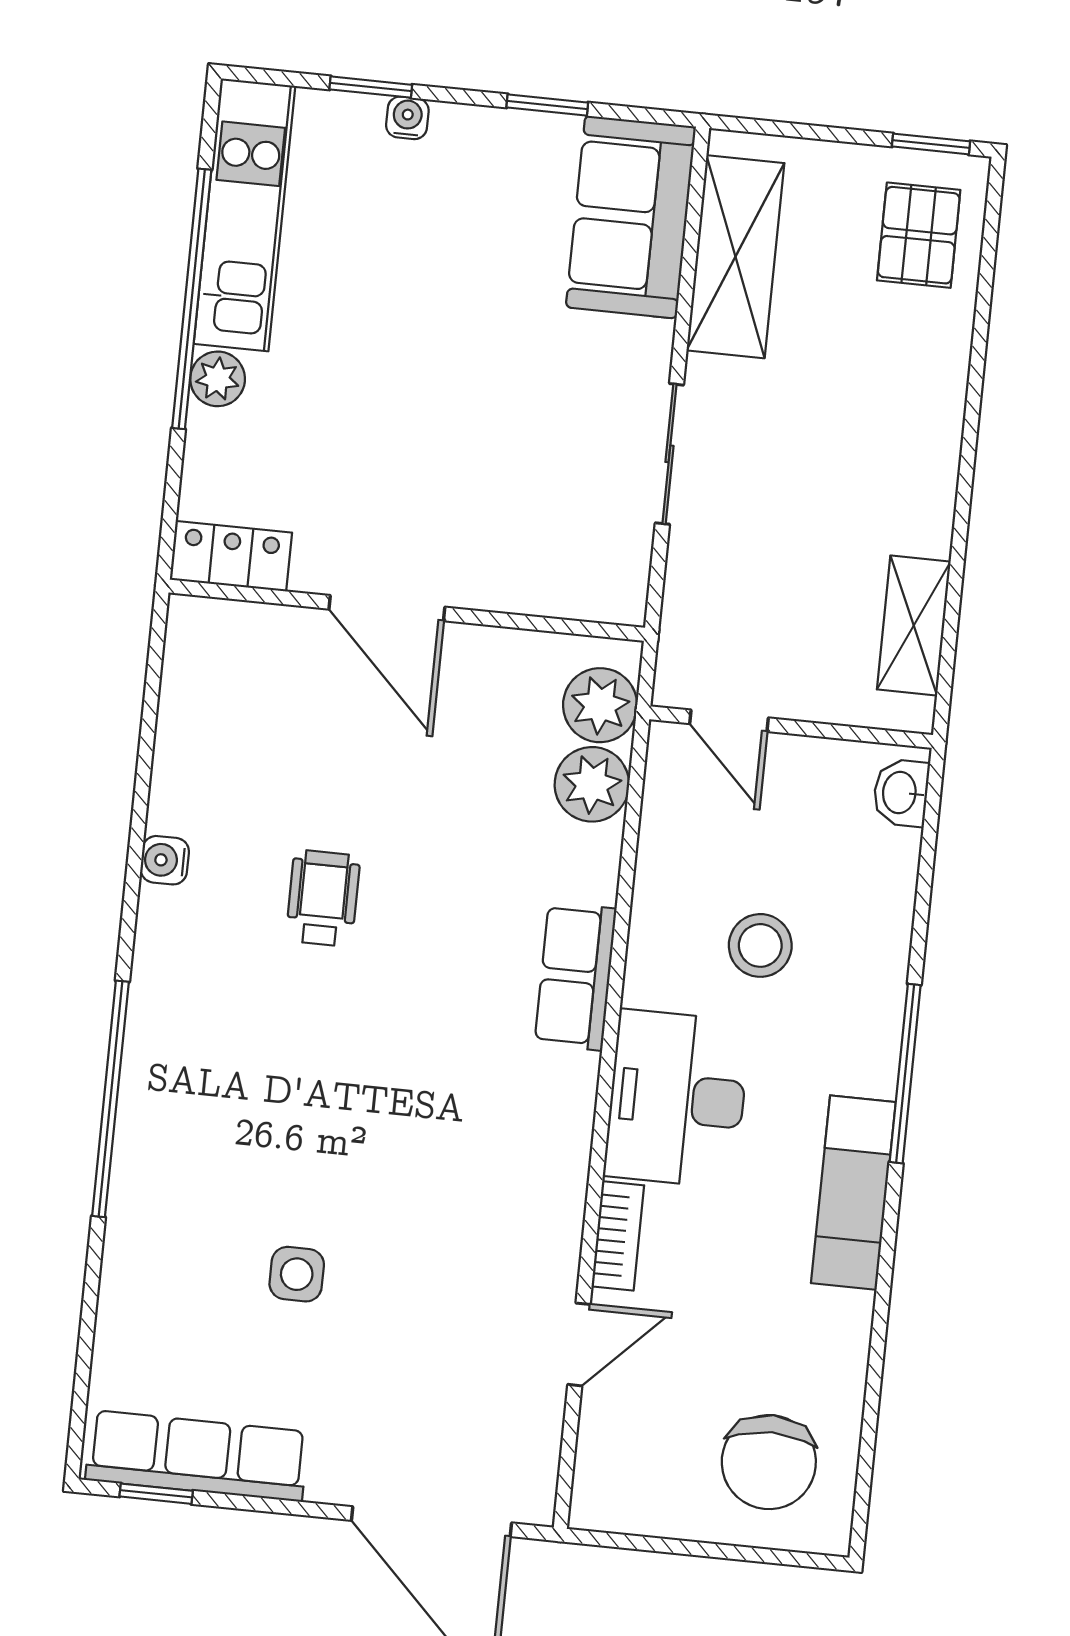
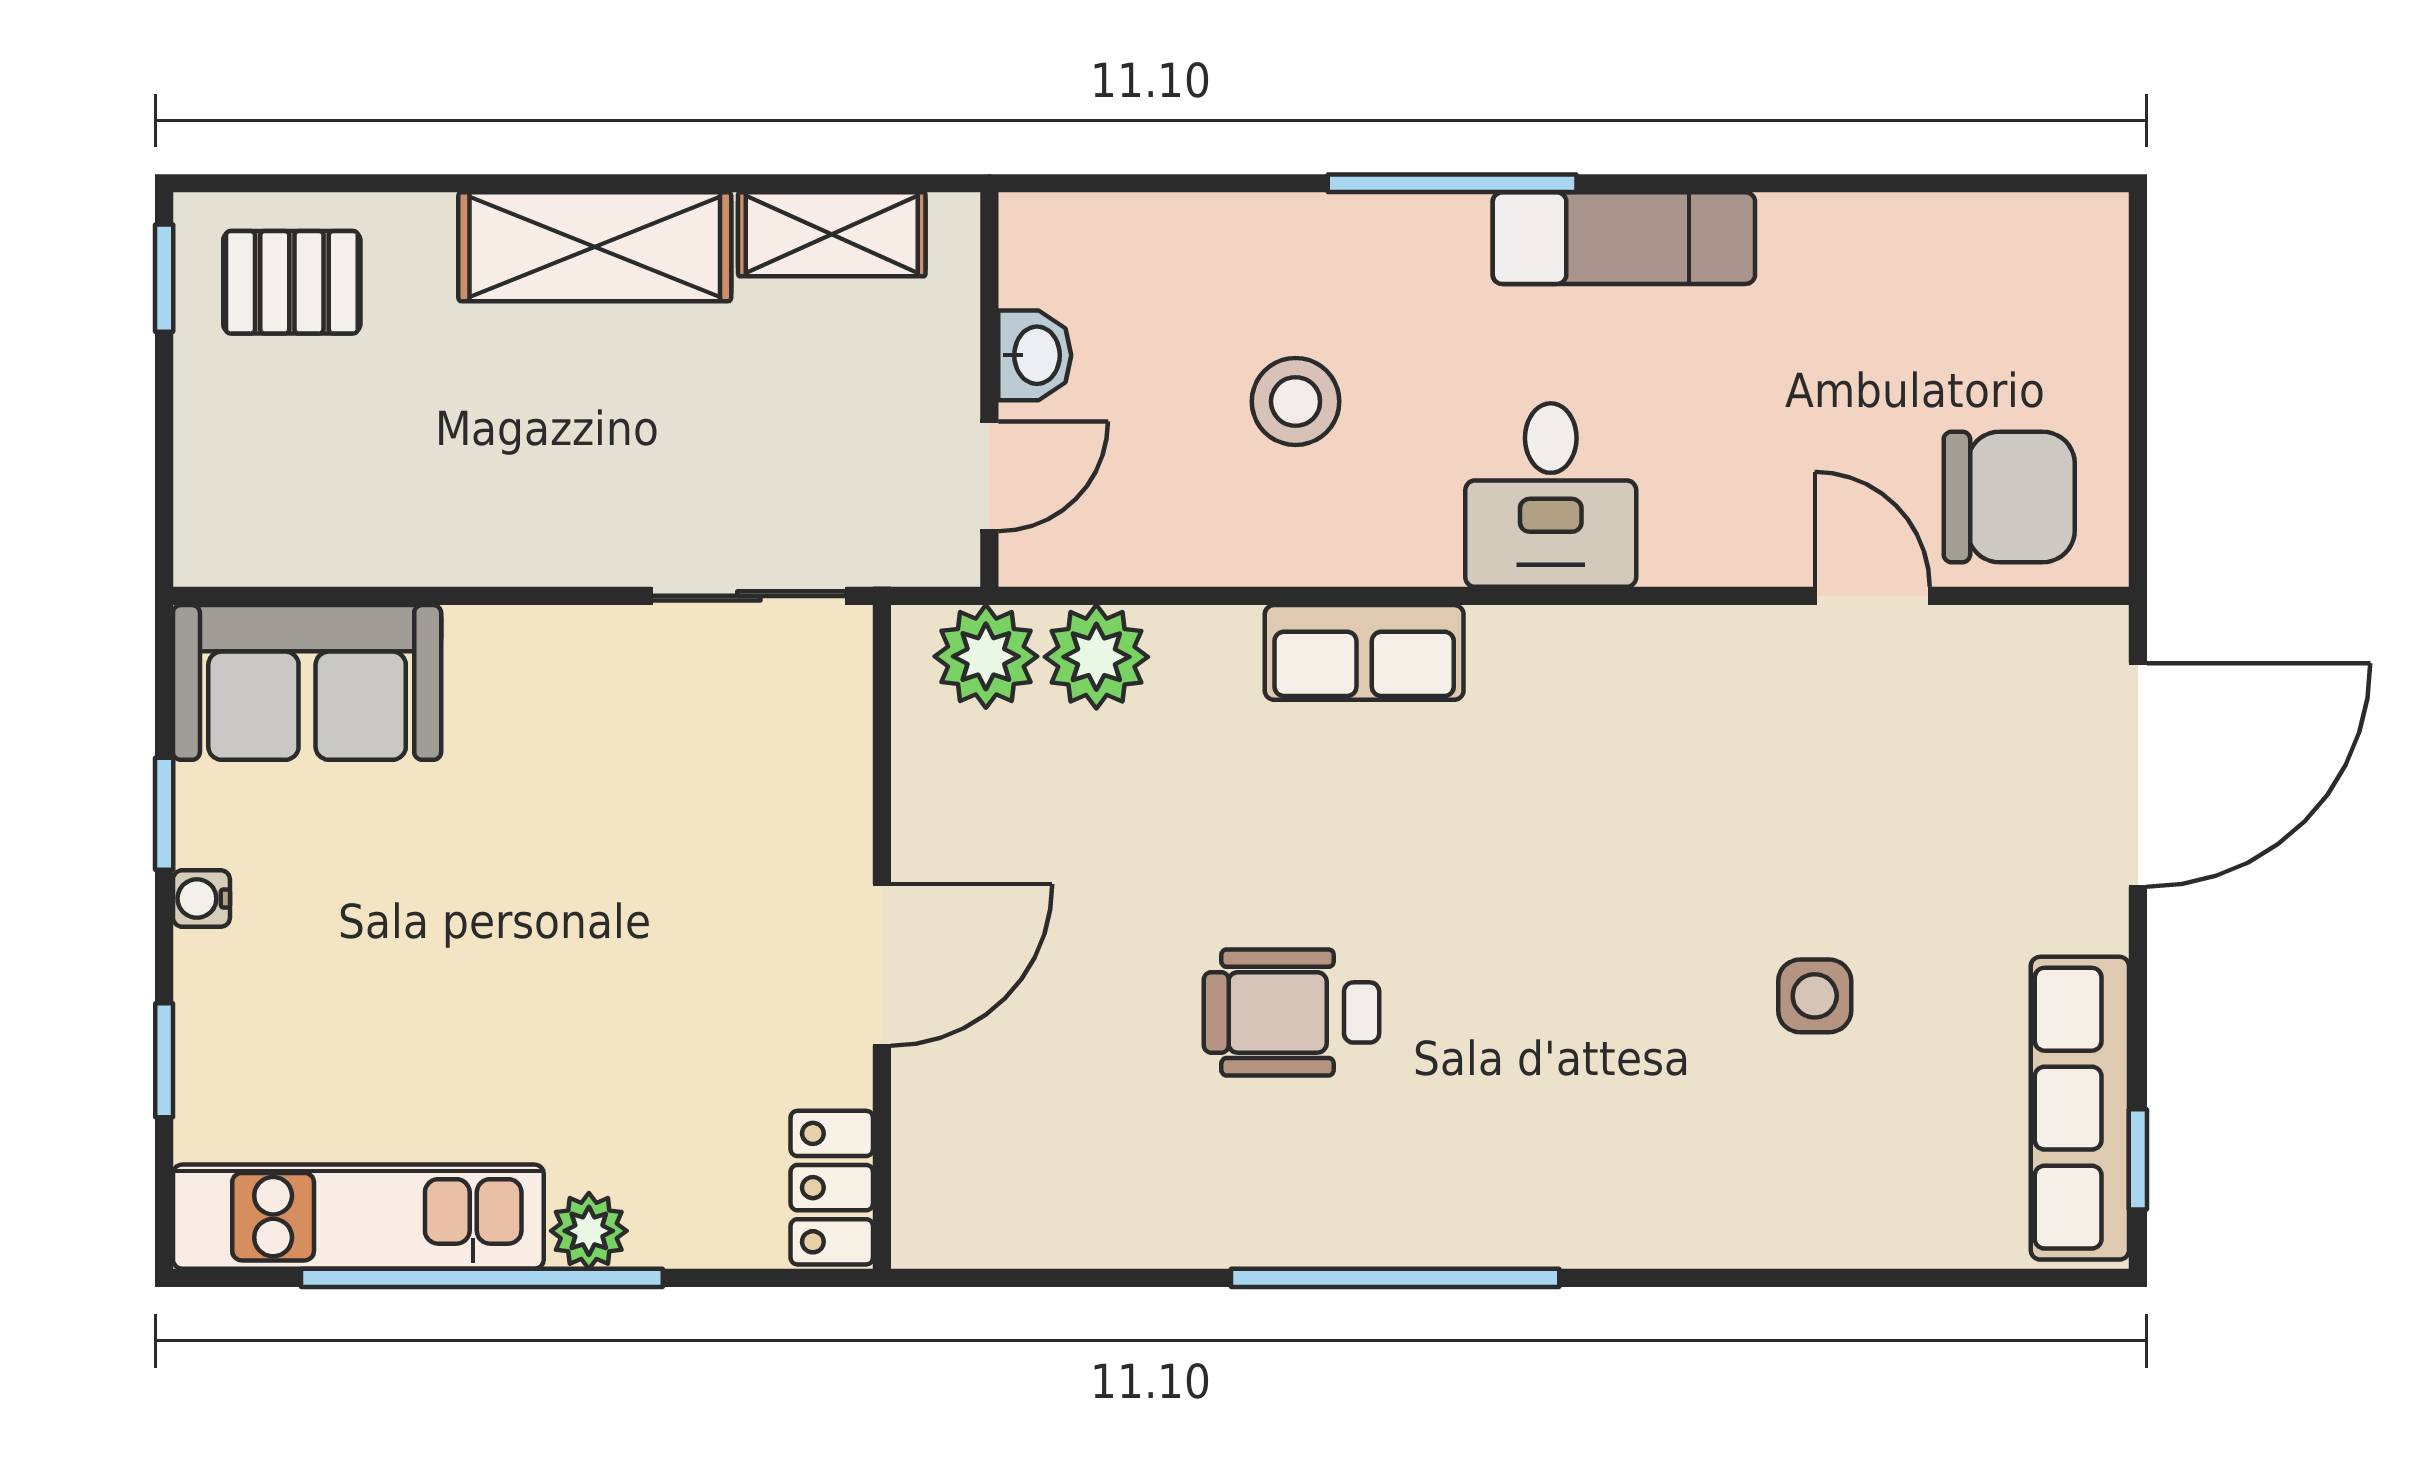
water cooler: (407, 118) -> (201, 899), moved
shelving: (735, 257) -> (595, 247), moved
sliding door: (669, 454) -> (749, 596), moved
washbasin: (901, 793) -> (1035, 355), moved, turned -90
water cooler: (165, 860) -> (1261, 1236), removed
wheelchair: (323, 898) -> (1292, 1012), width x1.36, depth x1.37
window: (110, 1099) -> (1395, 1278), moved
desk: (677, 1099) -> (1551, 495), width x0.73
bookcase: (618, 1236) -> (1717, 558), removed
chair: (769, 1462) -> (2009, 497), moved

